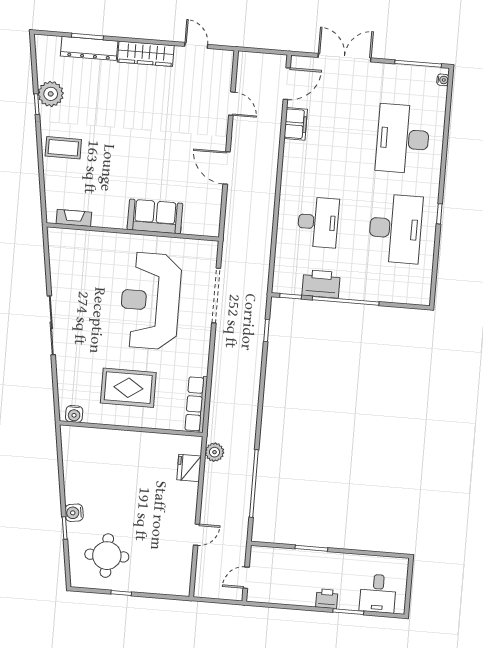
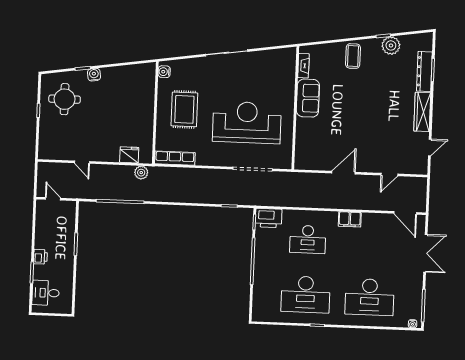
filing cabinet: (296, 124) -> (350, 219), moved
desk: (403, 139) -> (369, 297), turned 180
sofa: (155, 216) -> (308, 98), moved
printer: (321, 284) -> (269, 218), moved, turned 90

